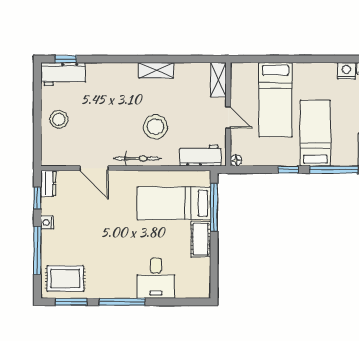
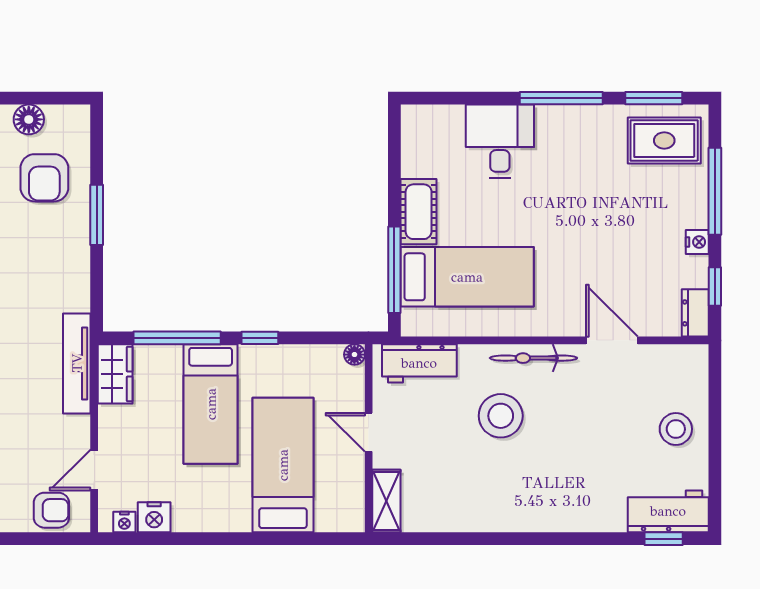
shelving: (156, 70) -> (499, 518), removed

